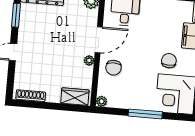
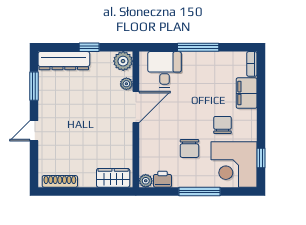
plant: (89, 60) -> (126, 84), moved
chair: (113, 68) -> (189, 148), moved
printer: (116, 101) -> (163, 179), added

